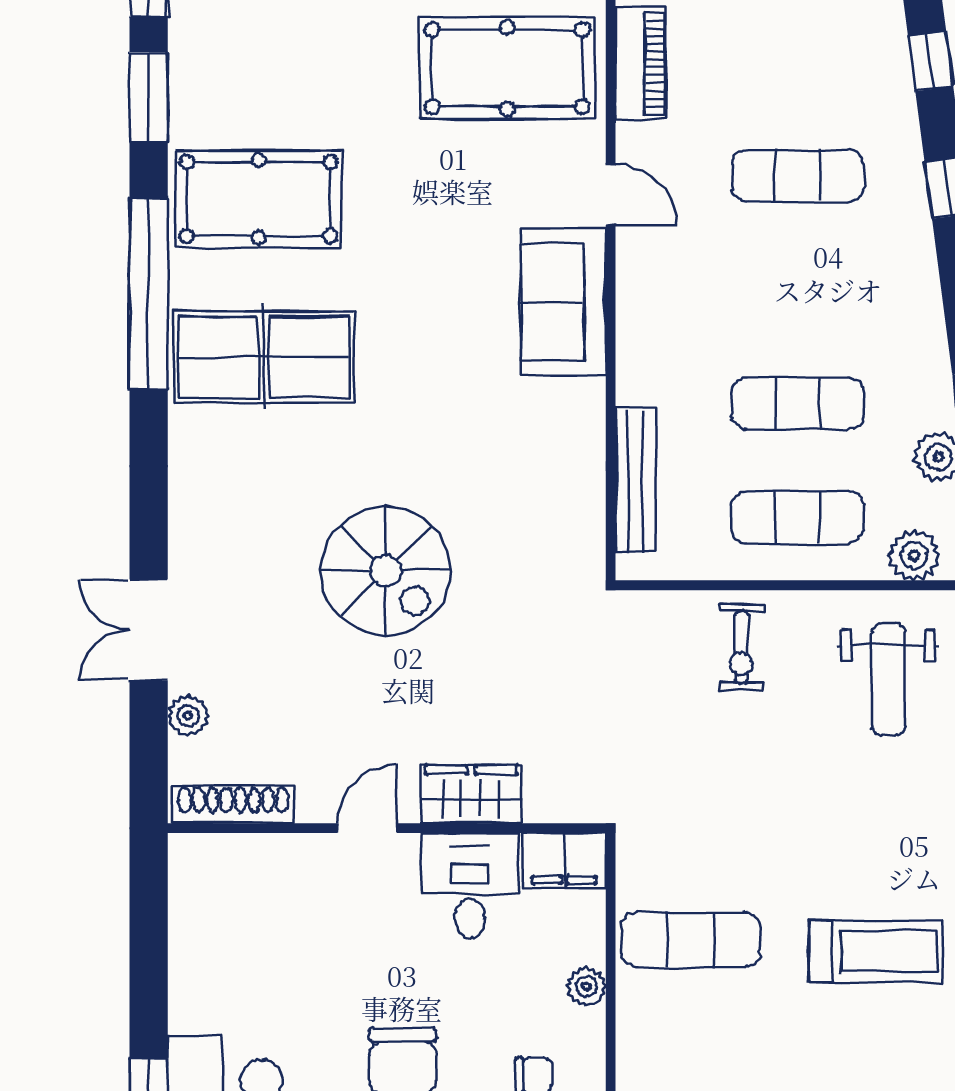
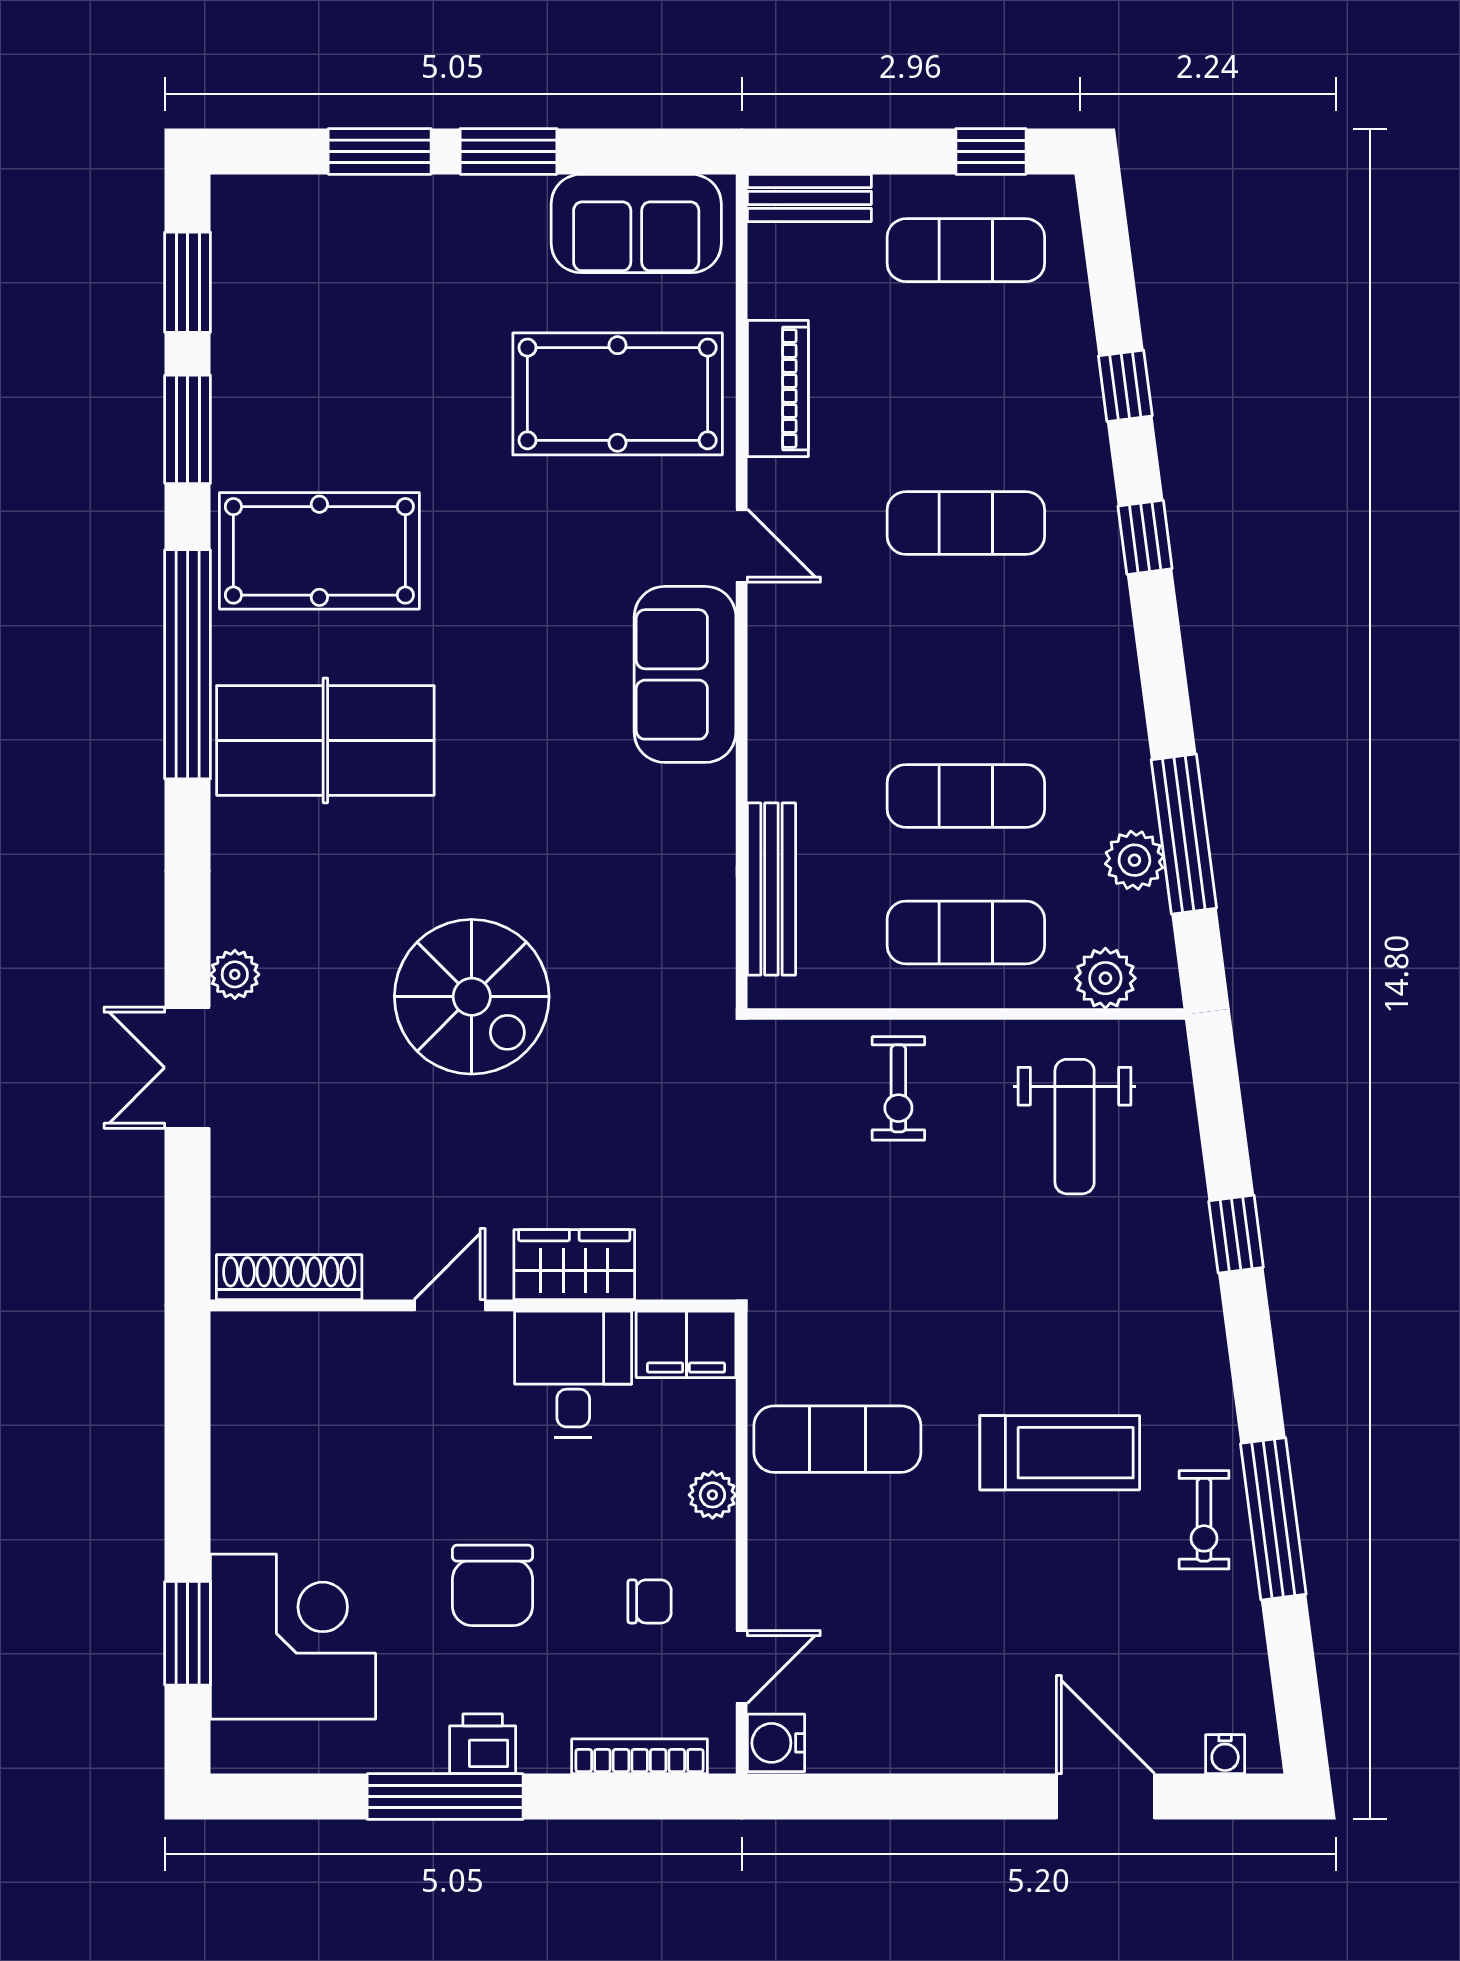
plant: (188, 716) -> (235, 974), moved

